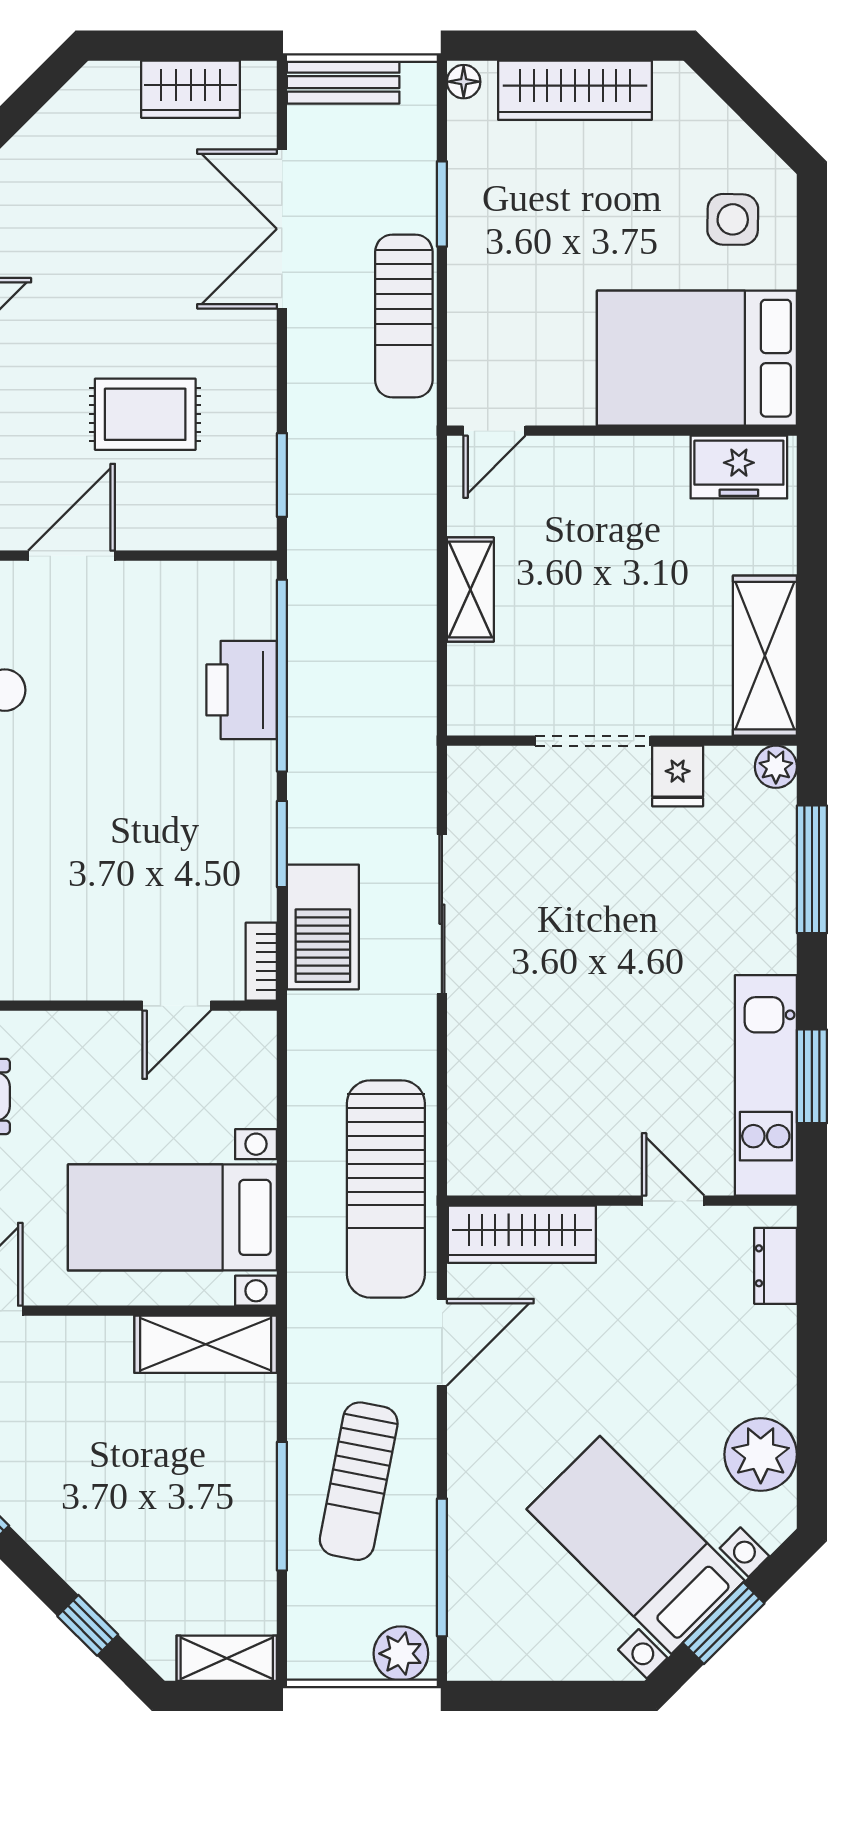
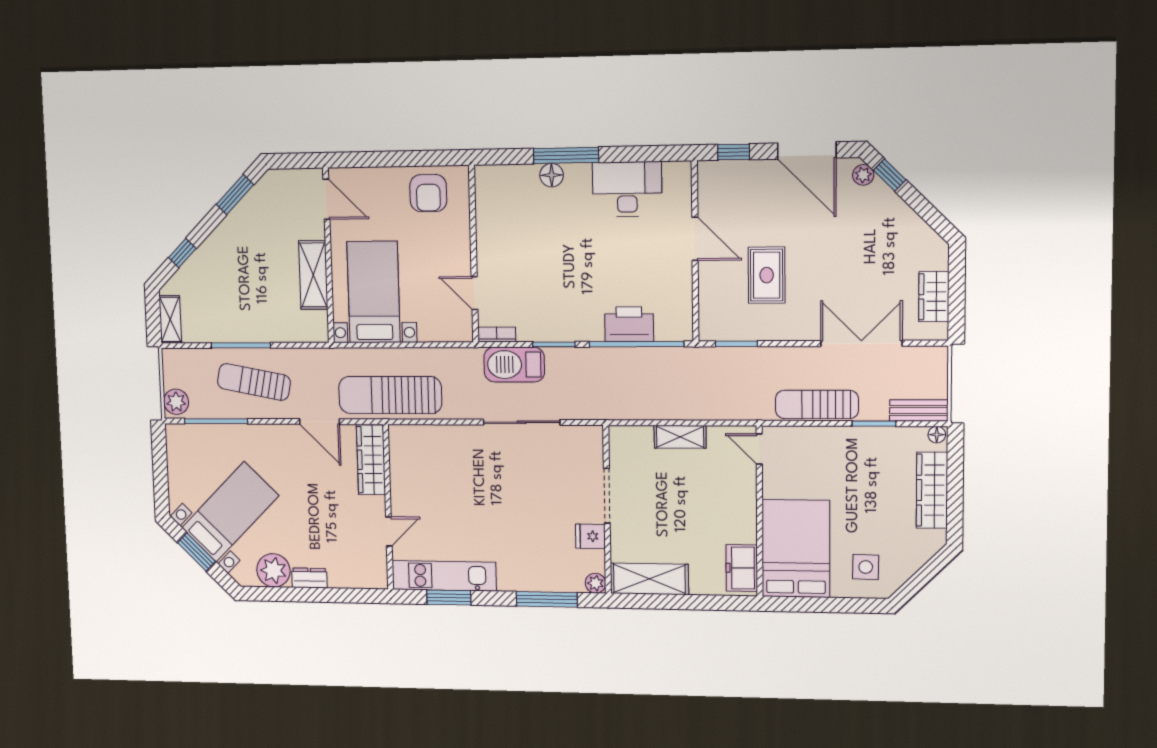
bench: (343, 82) -> (919, 410), moved, turned 90
dresser: (776, 1266) -> (309, 578), moved
shelving: (206, 1344) -> (313, 275), moved

